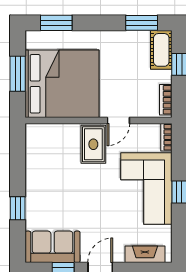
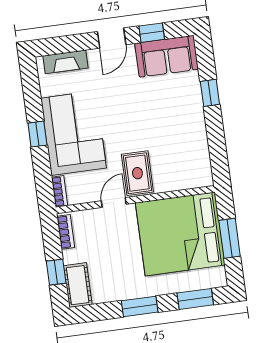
window: (142, 23) -> (140, 306), moved

